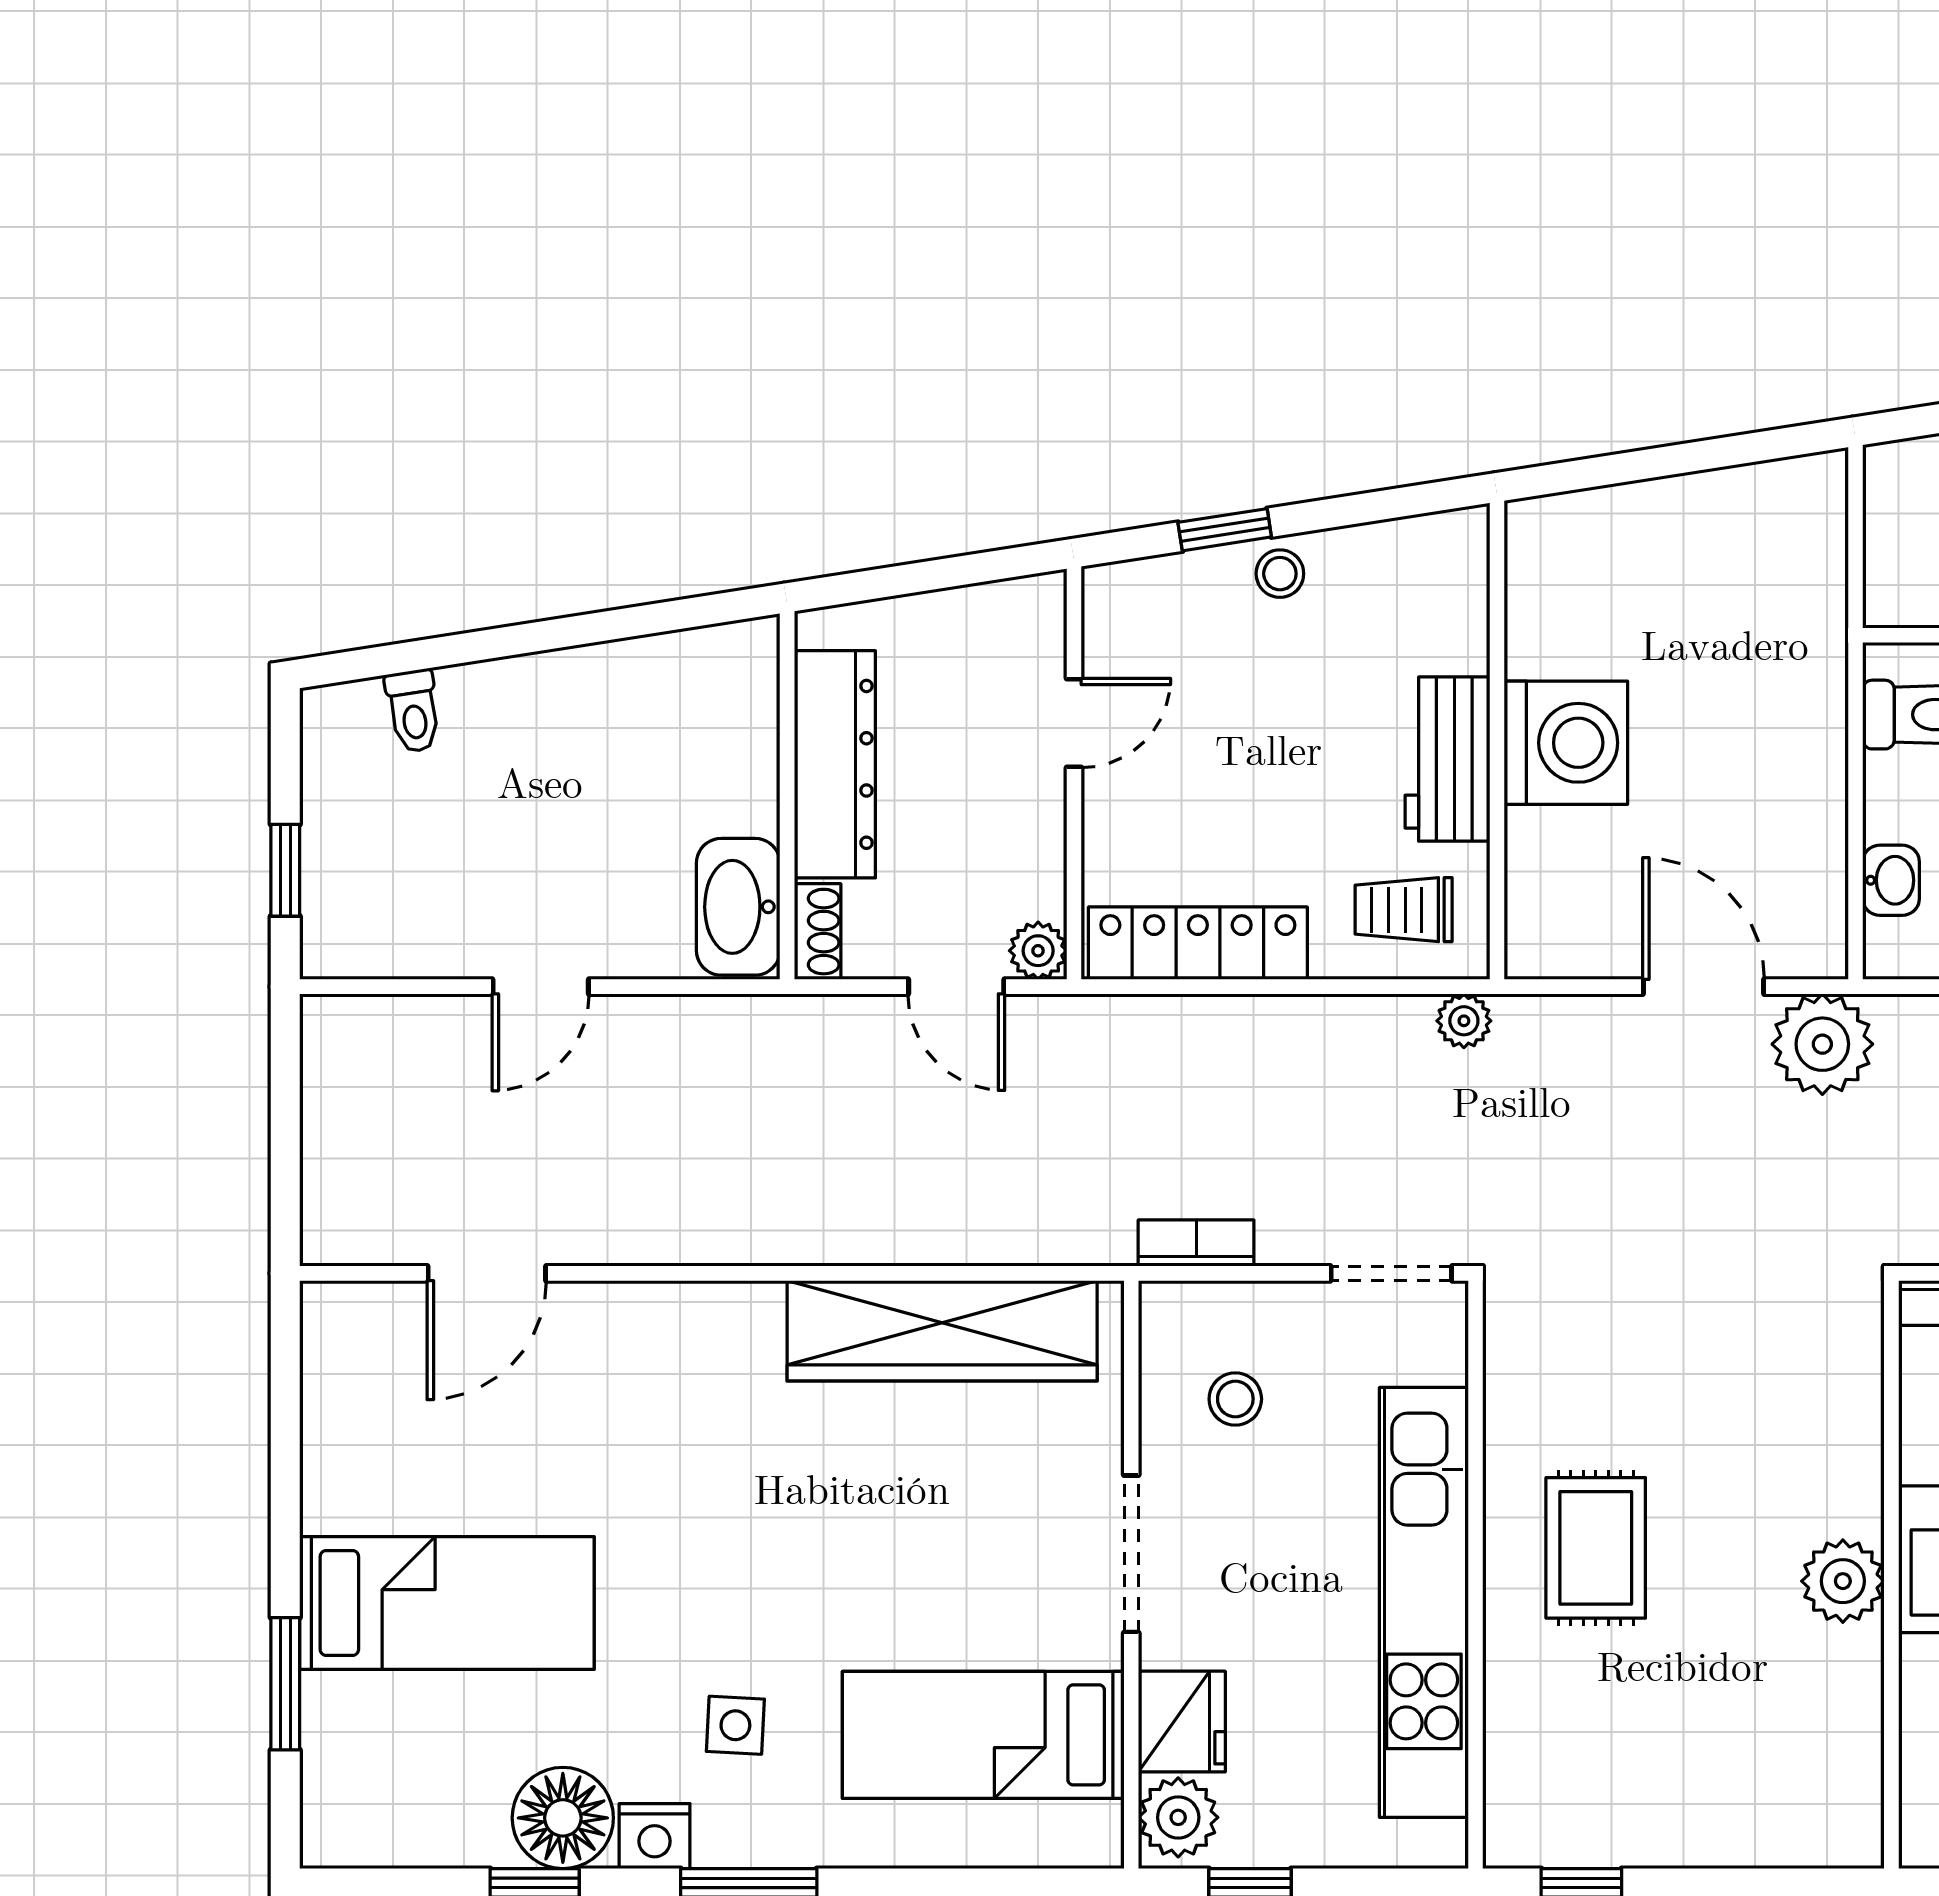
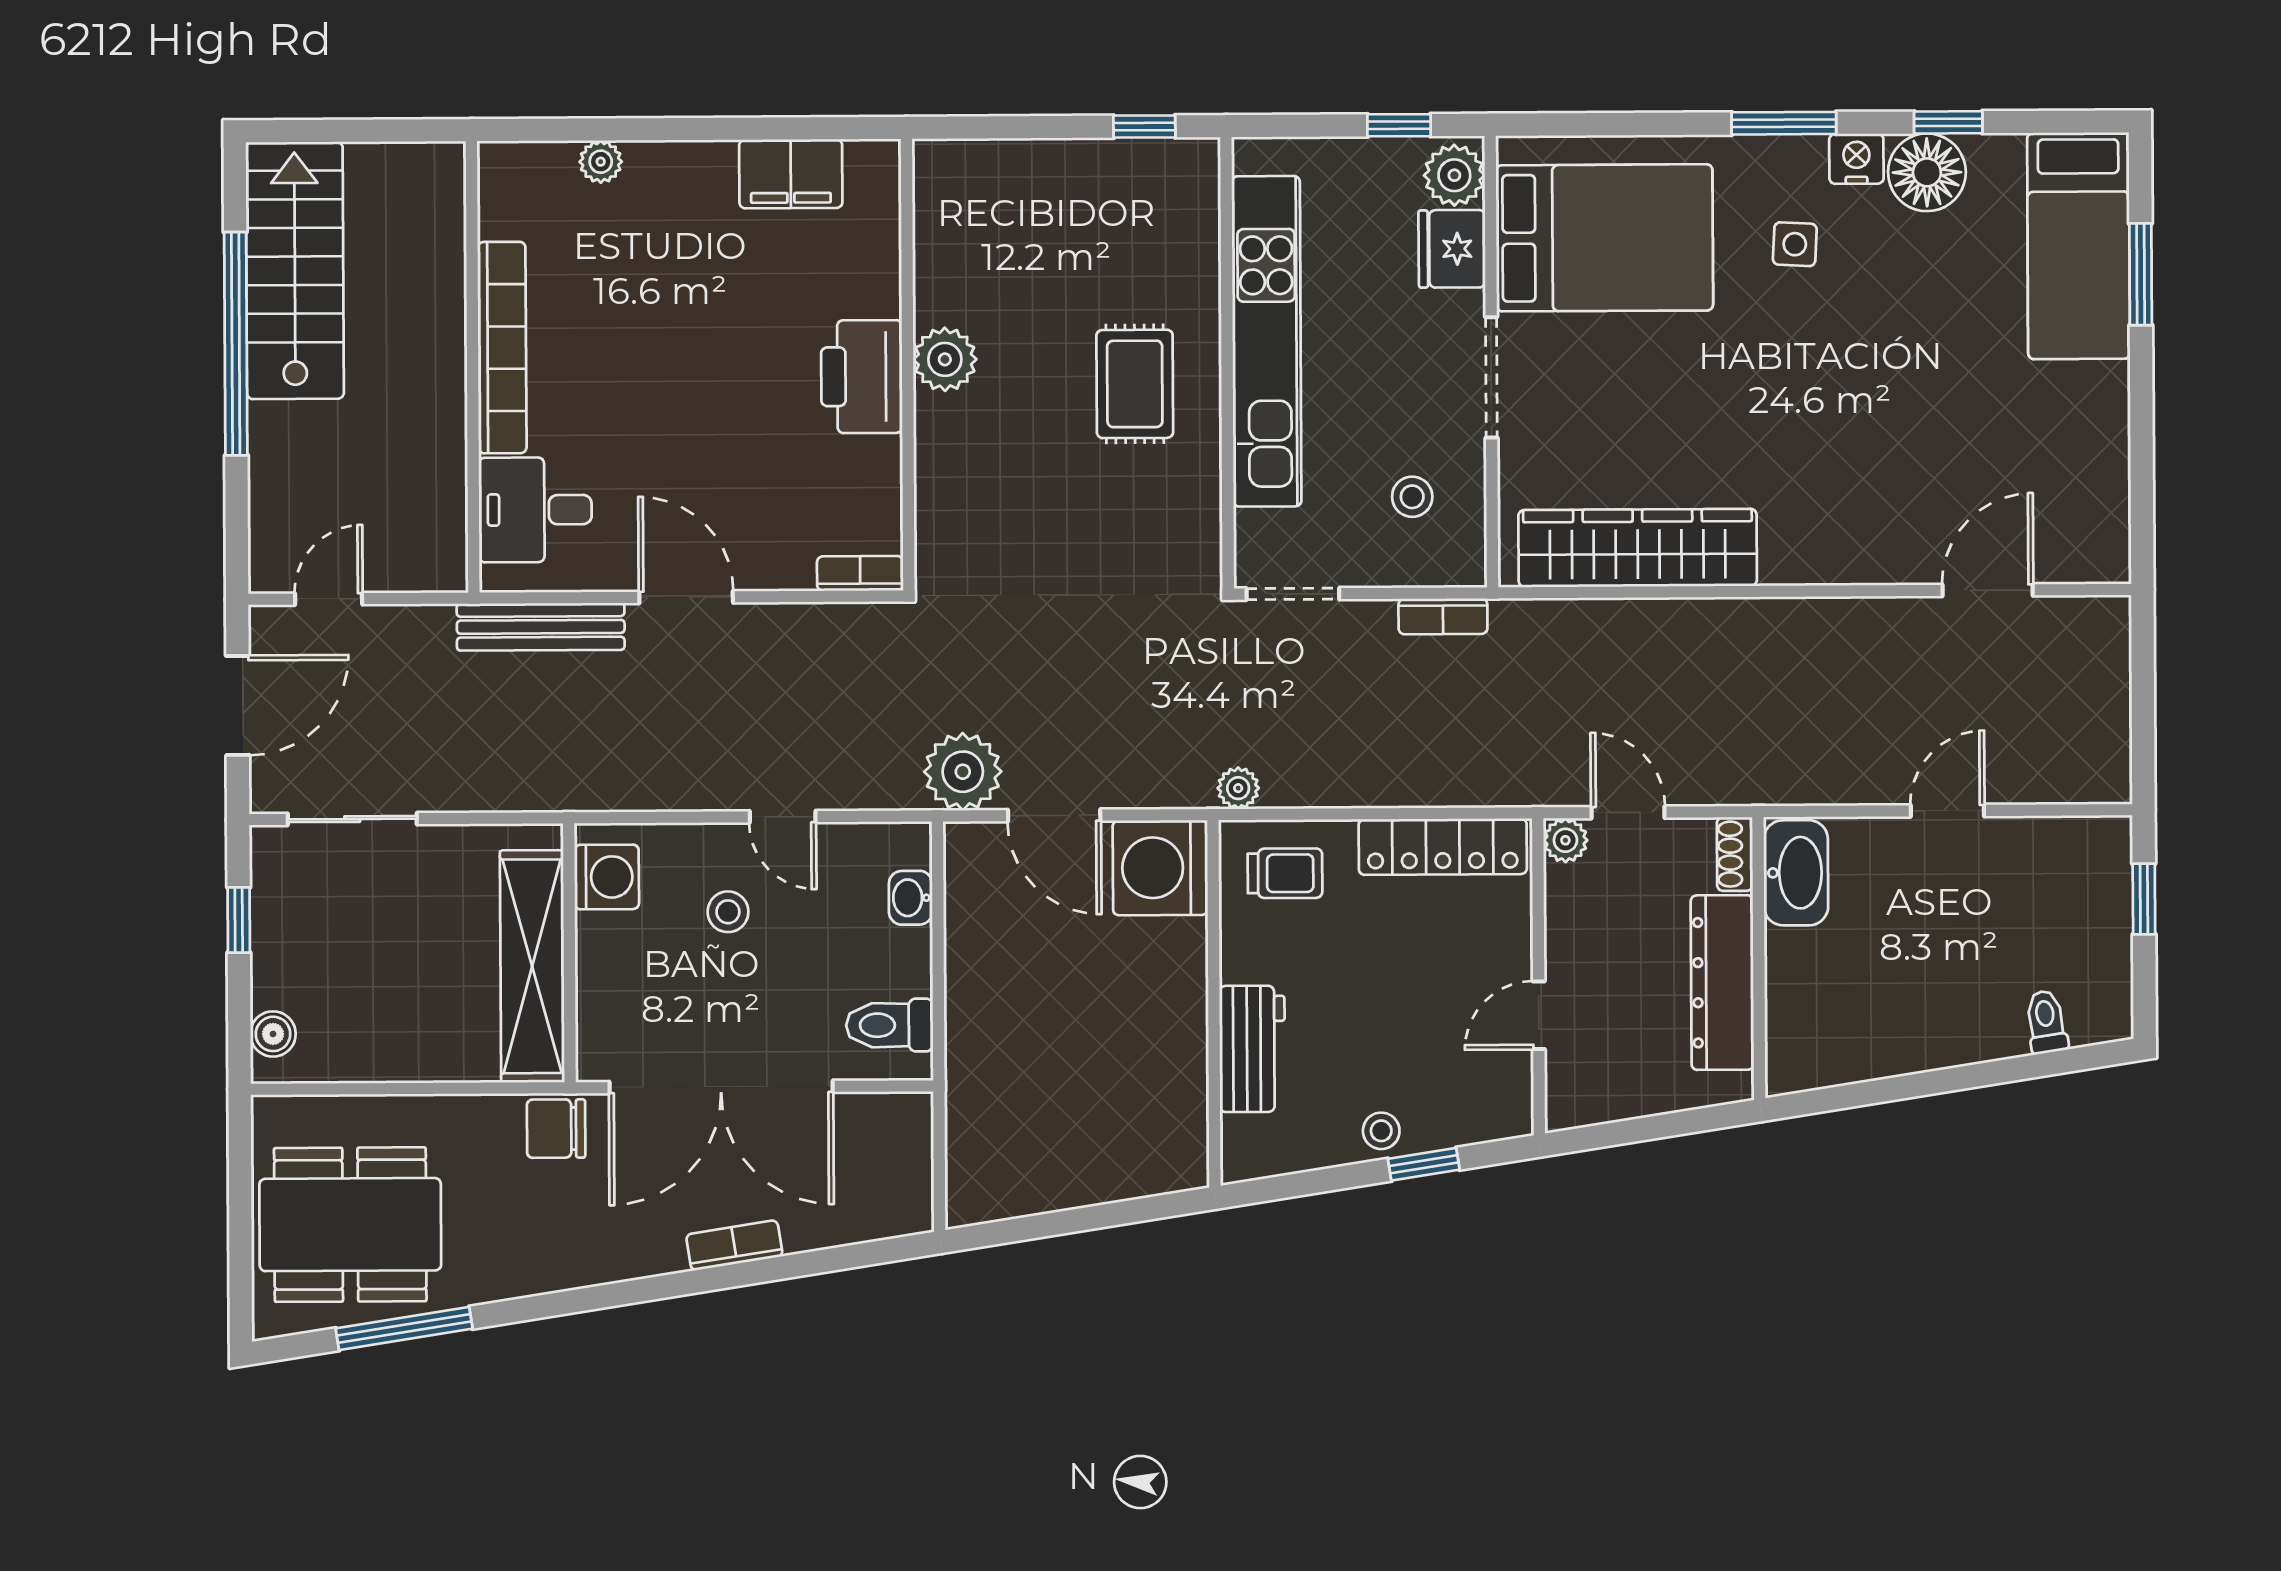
washing machine: (1566, 743) -> (1160, 868), moved
workbench: (1447, 759) -> (1252, 1049), moved
bed: (447, 1603) -> (2079, 246), moved, turned -90
bed: (983, 1735) -> (1604, 238), width x1.50

